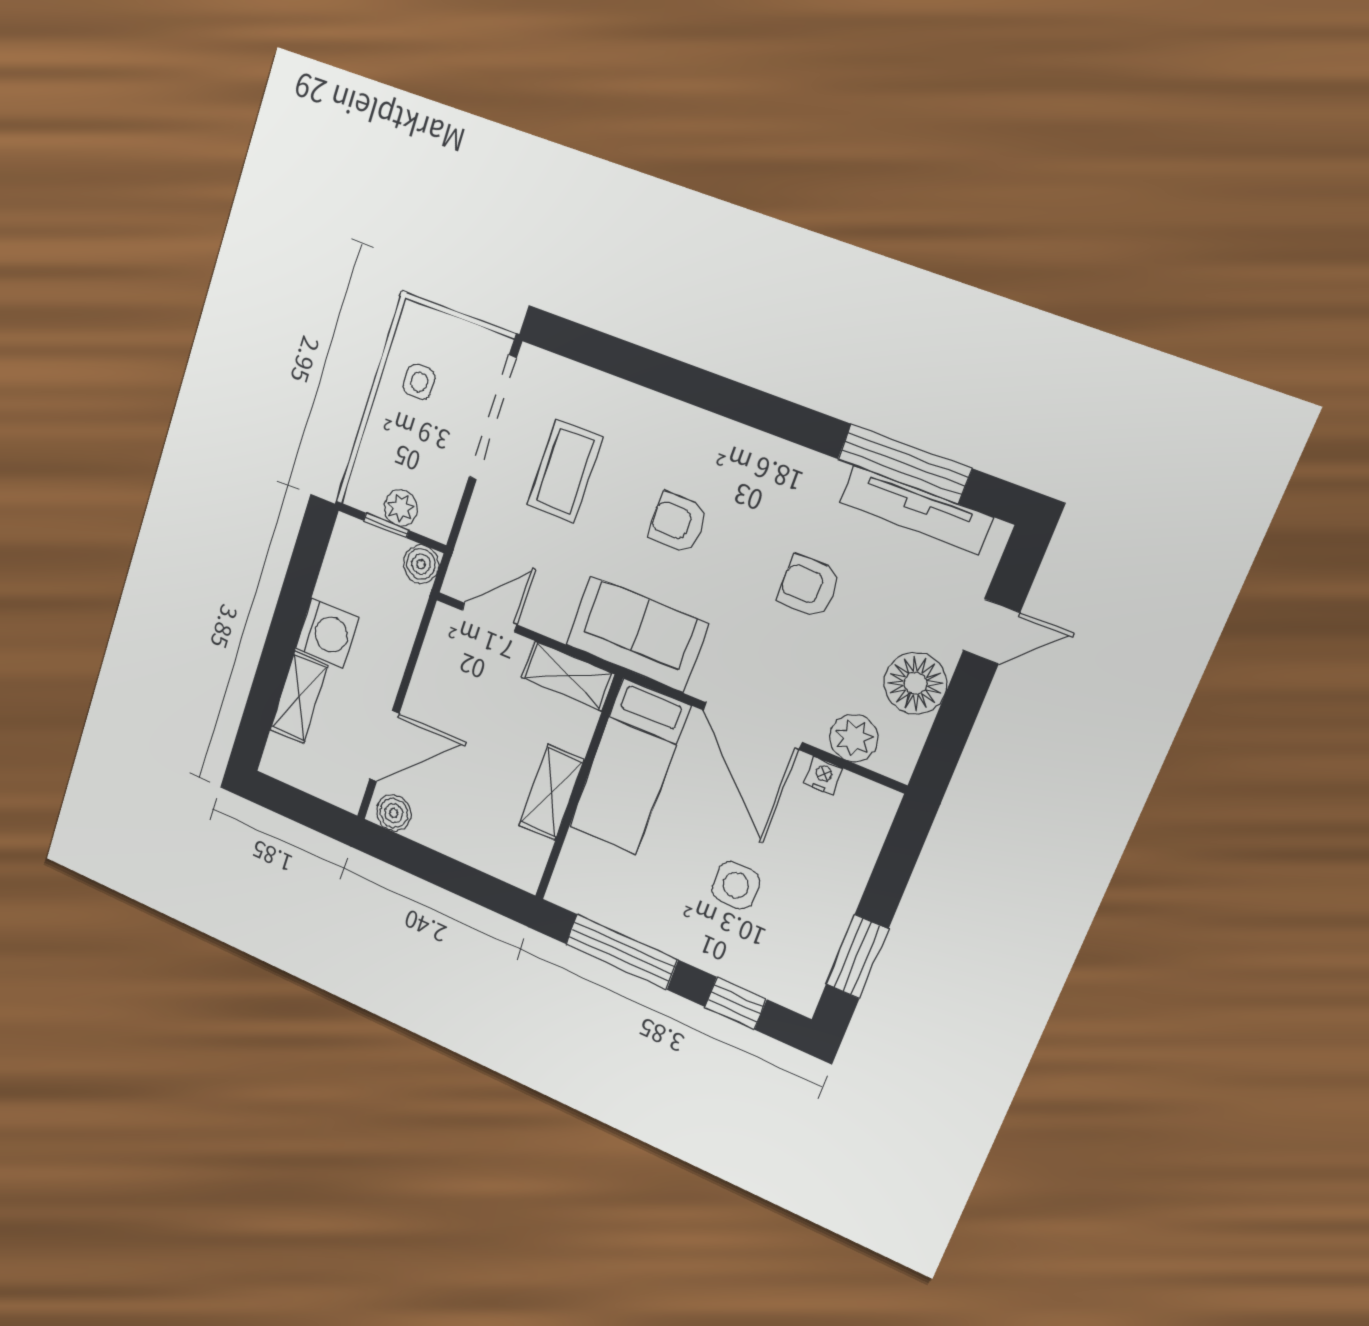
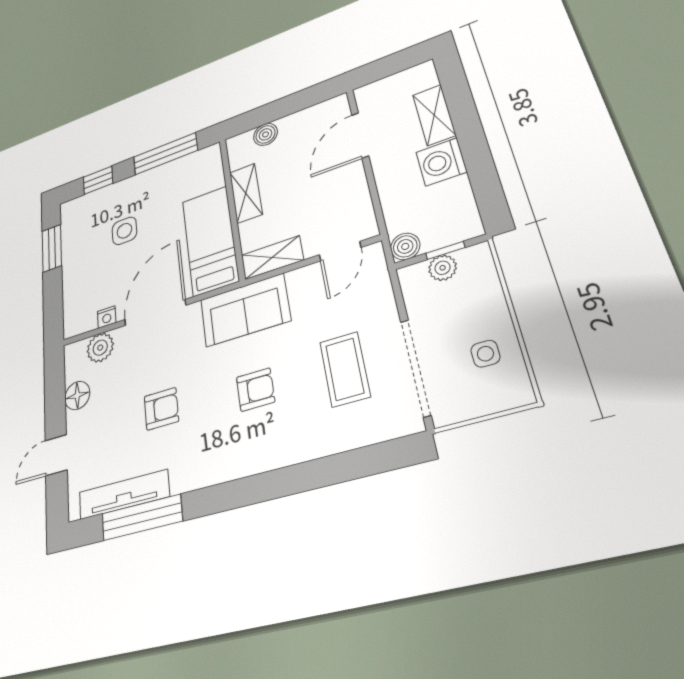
floor lamp: (915, 683) -> (77, 395), width x0.73, depth x0.73
door: (752, 726) -> (155, 312), hinge flipped
boiler: (394, 813) -> (265, 134), moved

